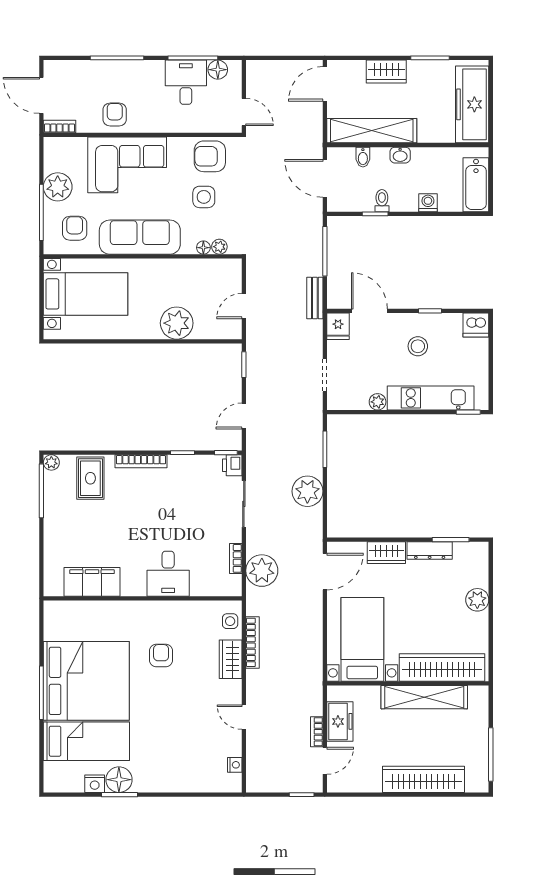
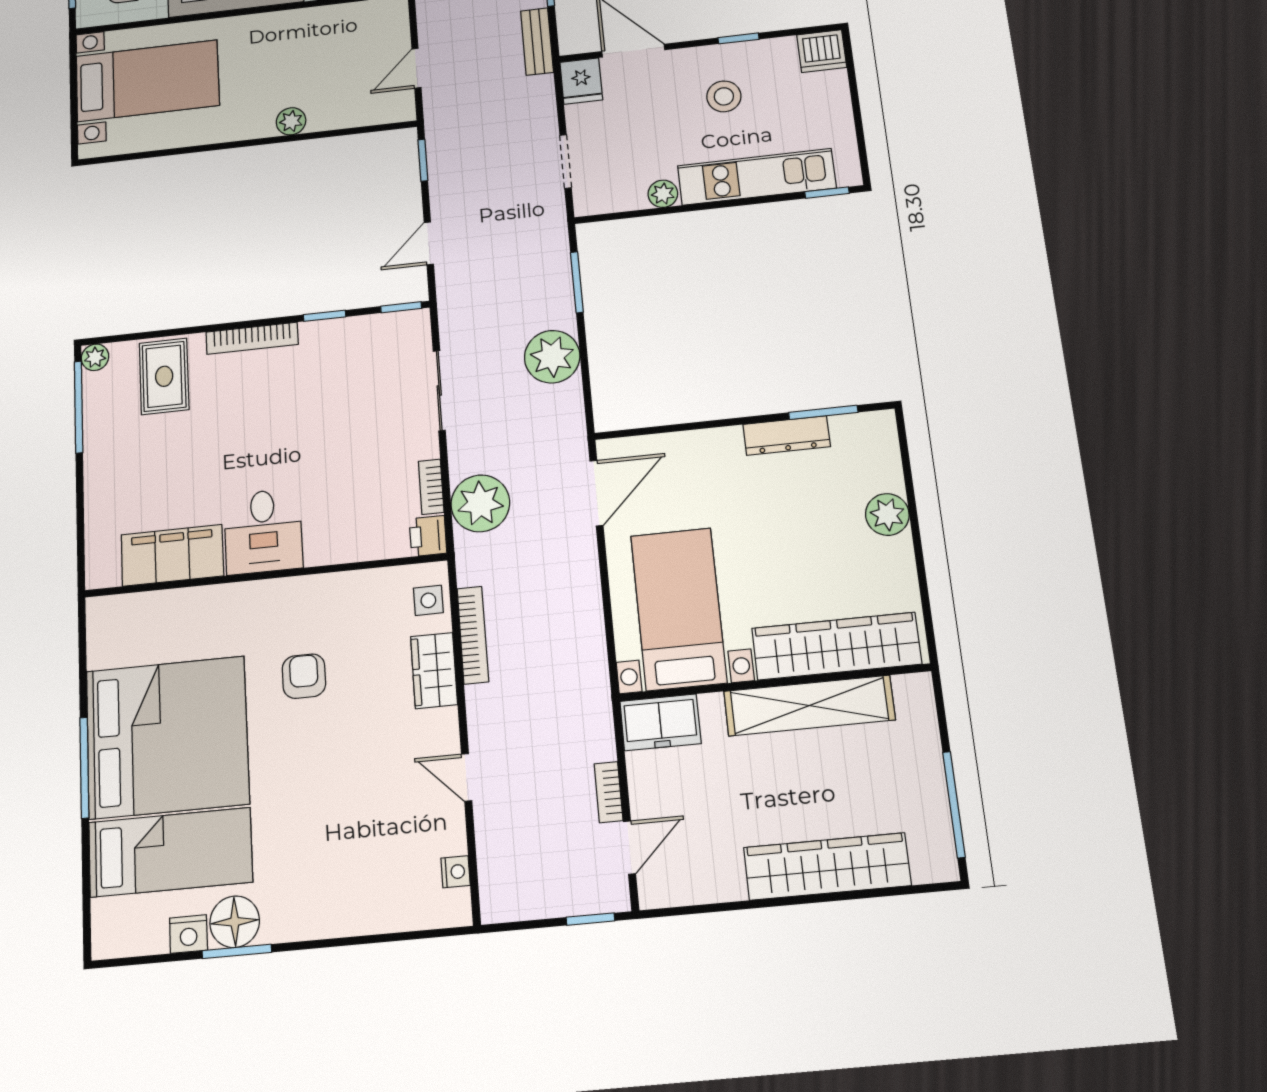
plant: (177, 323) -> (291, 121), width x0.53, depth x0.53
printer: (232, 465) -> (428, 536), moved
wardrobe: (386, 553) -> (707, 448), removed
desk: (168, 574) -> (263, 531), moved
freezer: (340, 721) -> (660, 722), moved, turned 90

